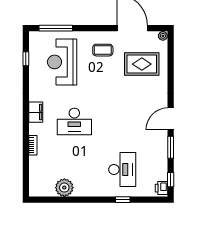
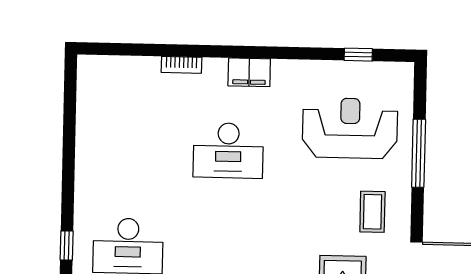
window: (56, 28) -> (419, 153), moved
desk: (74, 121) -> (228, 150), turned -90
plant: (64, 188) -> (94, 127), removed

